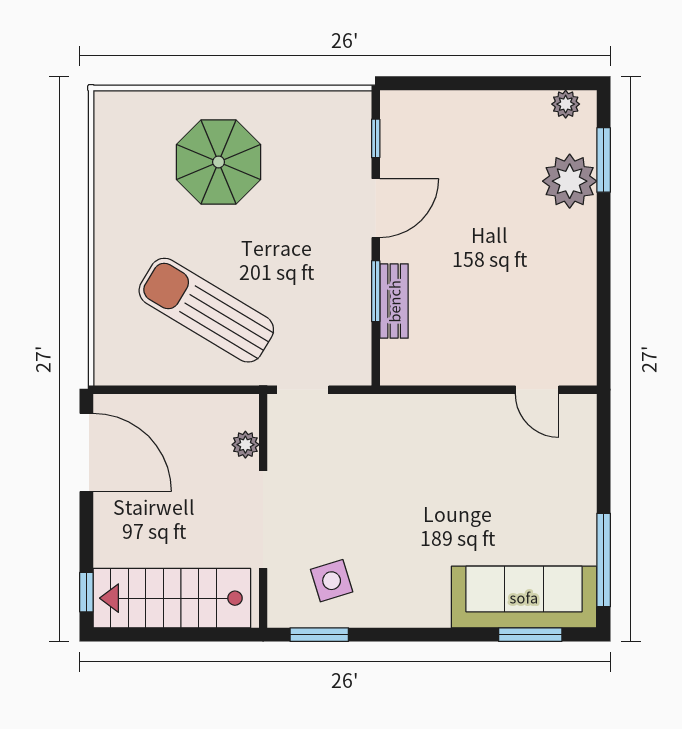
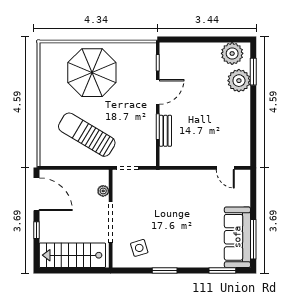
plant: (566, 104) -> (232, 53), width x1.88, depth x1.88
parasol: (219, 162) -> (92, 73), width x1.36, depth x1.36
window: (86, 592) -> (37, 230), moved
sofa: (524, 597) -> (237, 237), moved, turned -90
window: (319, 635) -> (165, 271), moved

